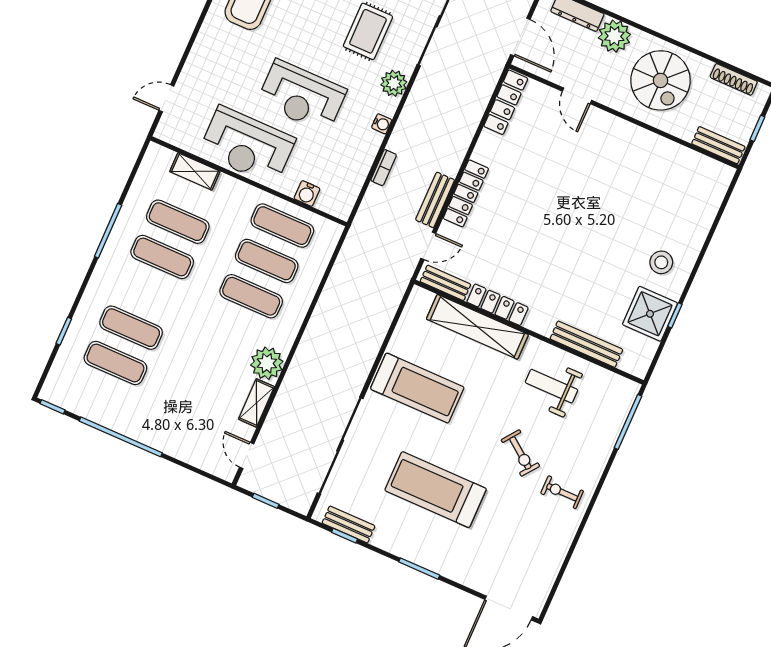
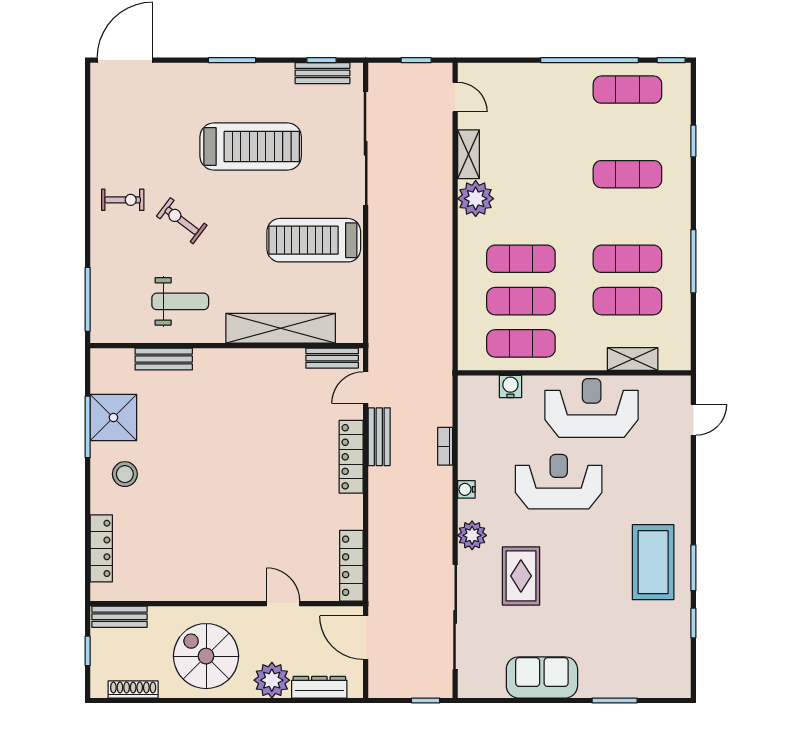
locker: (498, 305) -> (101, 548), moved, turned -90
window: (675, 315) -> (88, 427), width x2.17
bench: (586, 344) -> (164, 359), width x0.73
exercise mat: (115, 363) -> (627, 90), moved

